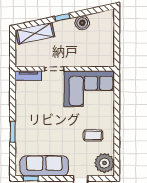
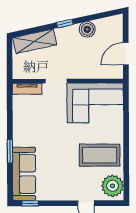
door: (117, 45) -> (126, 54), added
coffee table: (93, 135) -> (100, 155), width x1.86, depth x1.72
sofa: (44, 166) -> (24, 174), moved, turned 90

